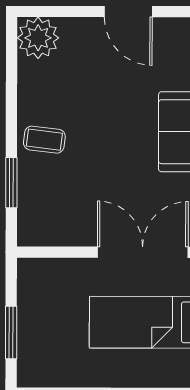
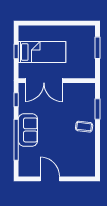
plant: (38, 38) -> (87, 168), removed

